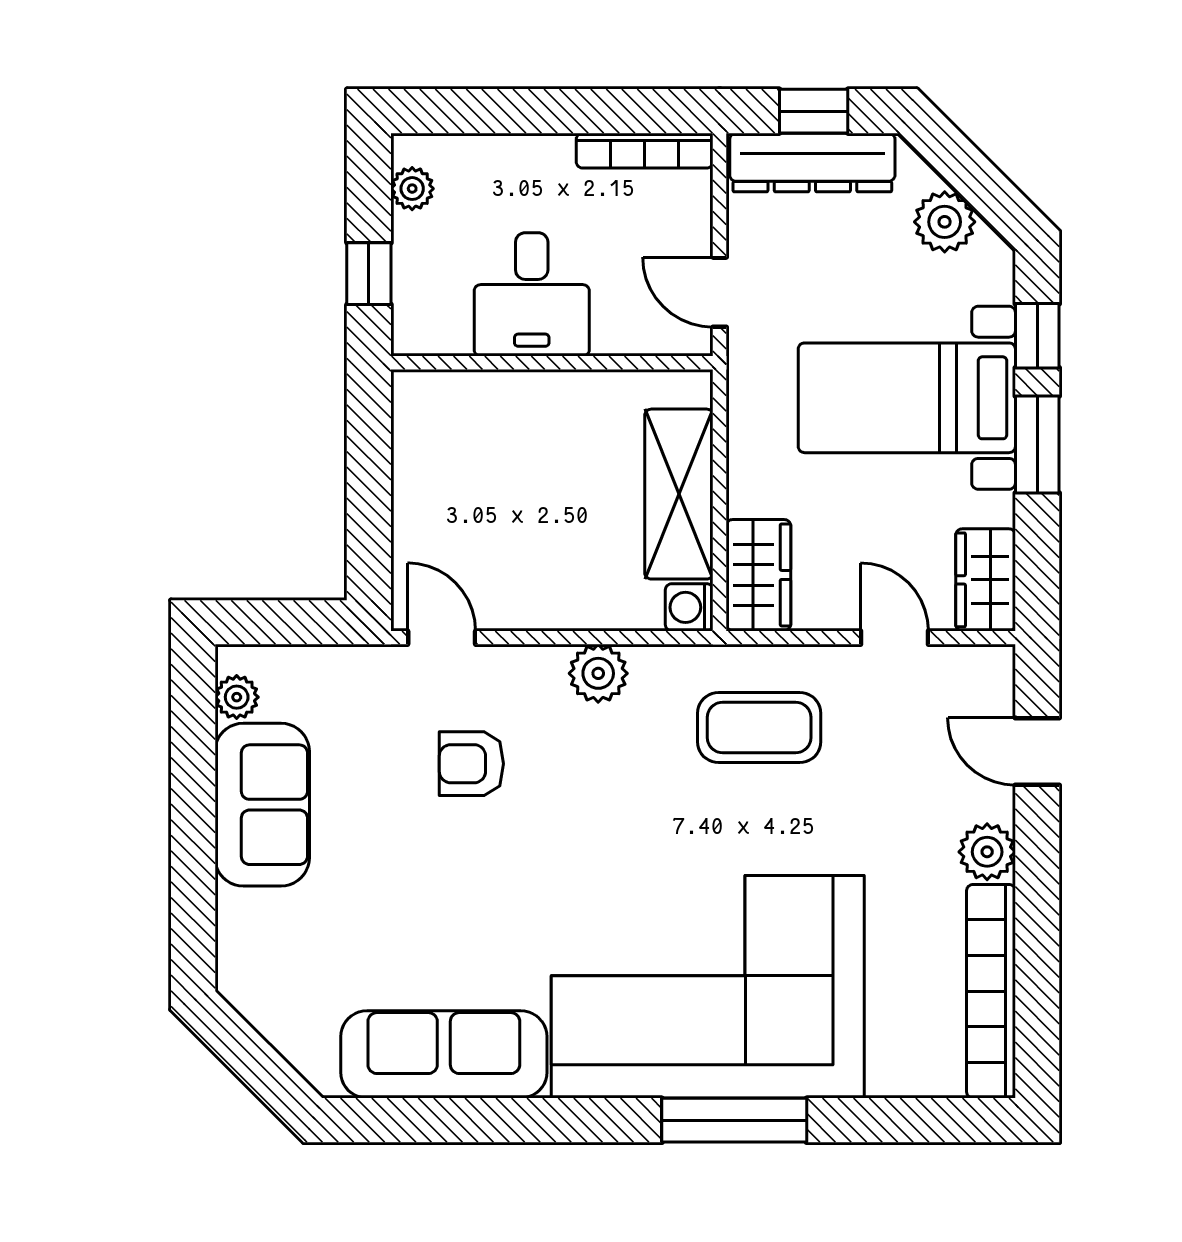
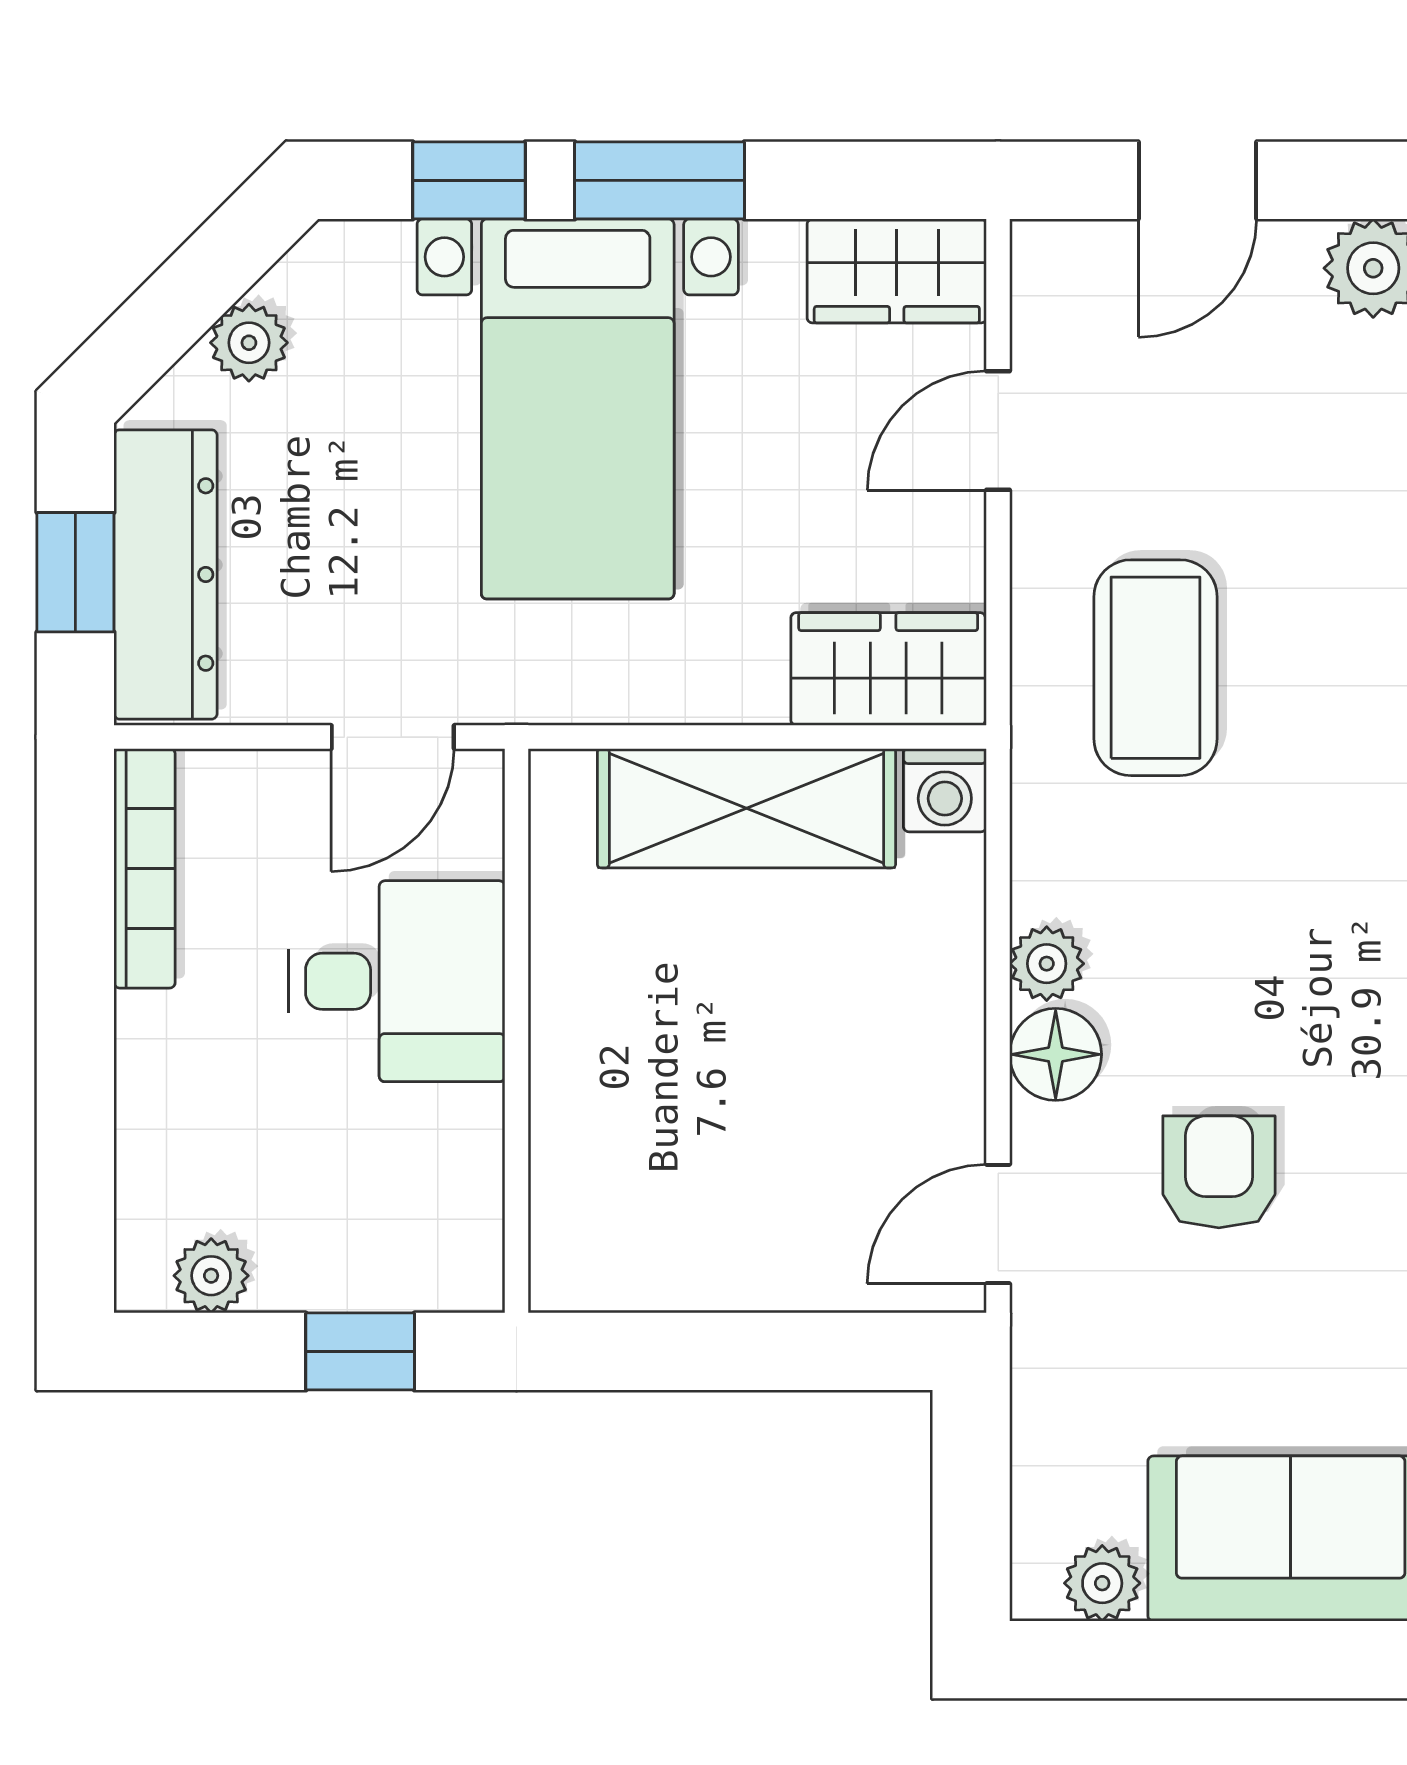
plant: (945, 222) -> (249, 343), width x0.73, depth x0.73
desk: (532, 294) -> (397, 981), moved
floor lamp: (538, 670) -> (1056, 1054), added
plant: (598, 673) -> (1047, 964), width x0.73, depth x0.73
armchair: (471, 764) -> (1219, 1172), turned 180

